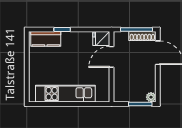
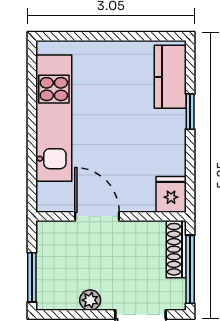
shoe rack: (142, 36) -> (176, 249), moved
door: (112, 57) -> (97, 216), moved
plant: (151, 97) -> (90, 300), moved

